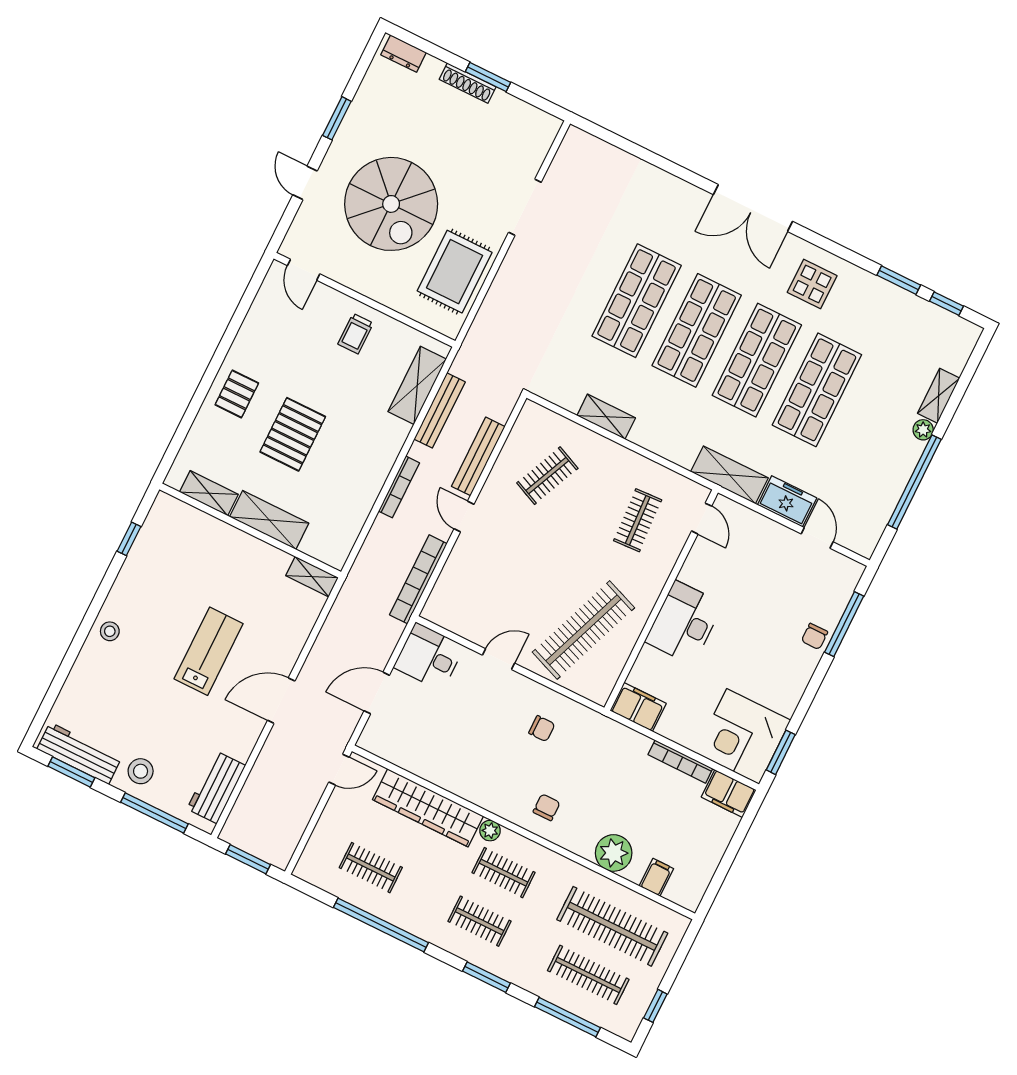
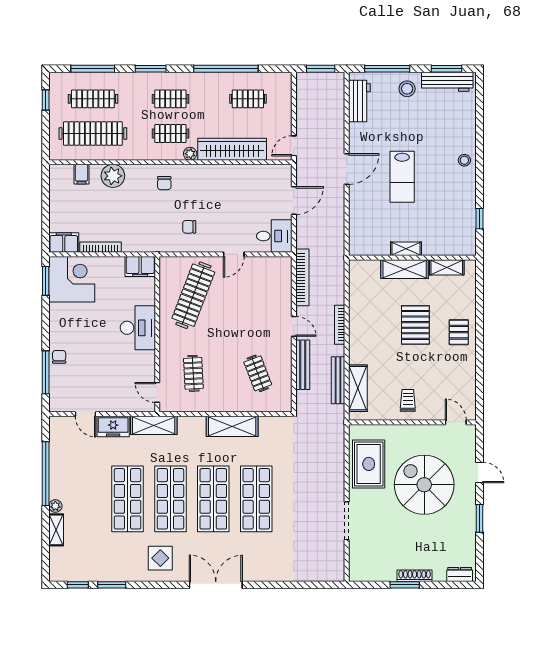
shelving: (606, 417) -> (232, 426), width x1.50, depth x1.33
clothes rail: (547, 476) -> (258, 373), turned -45
shelving: (312, 577) -> (406, 249), moved

